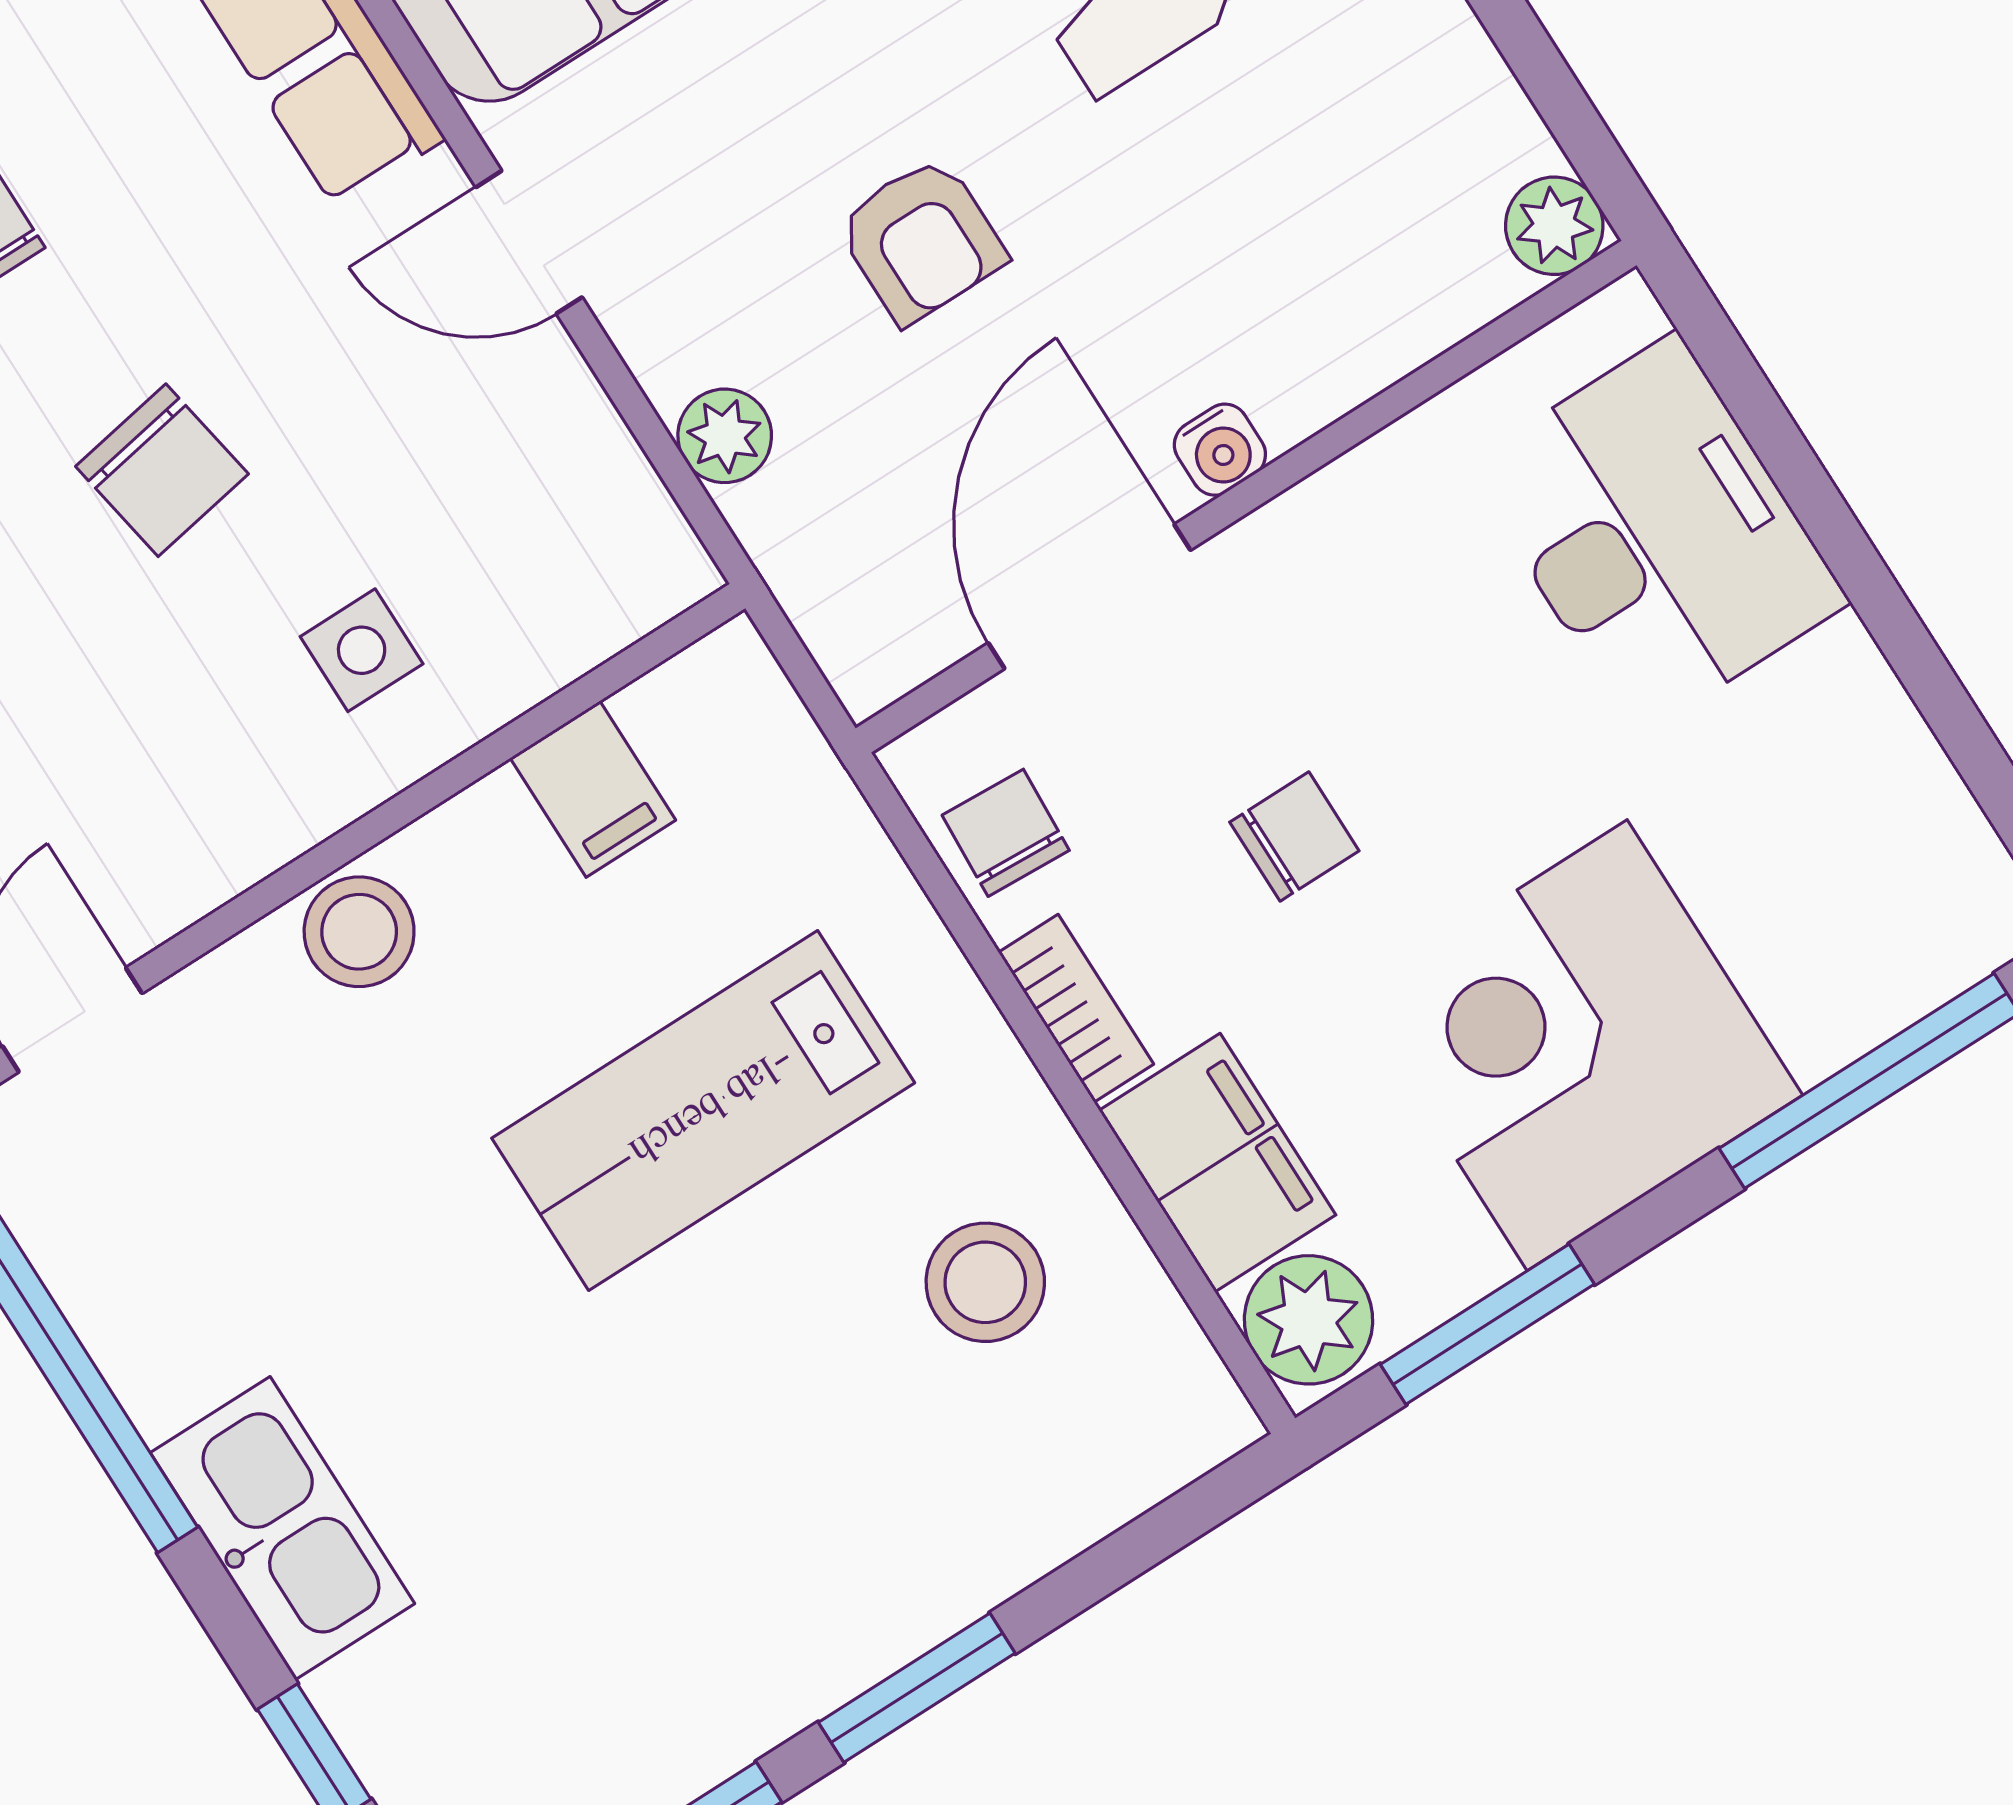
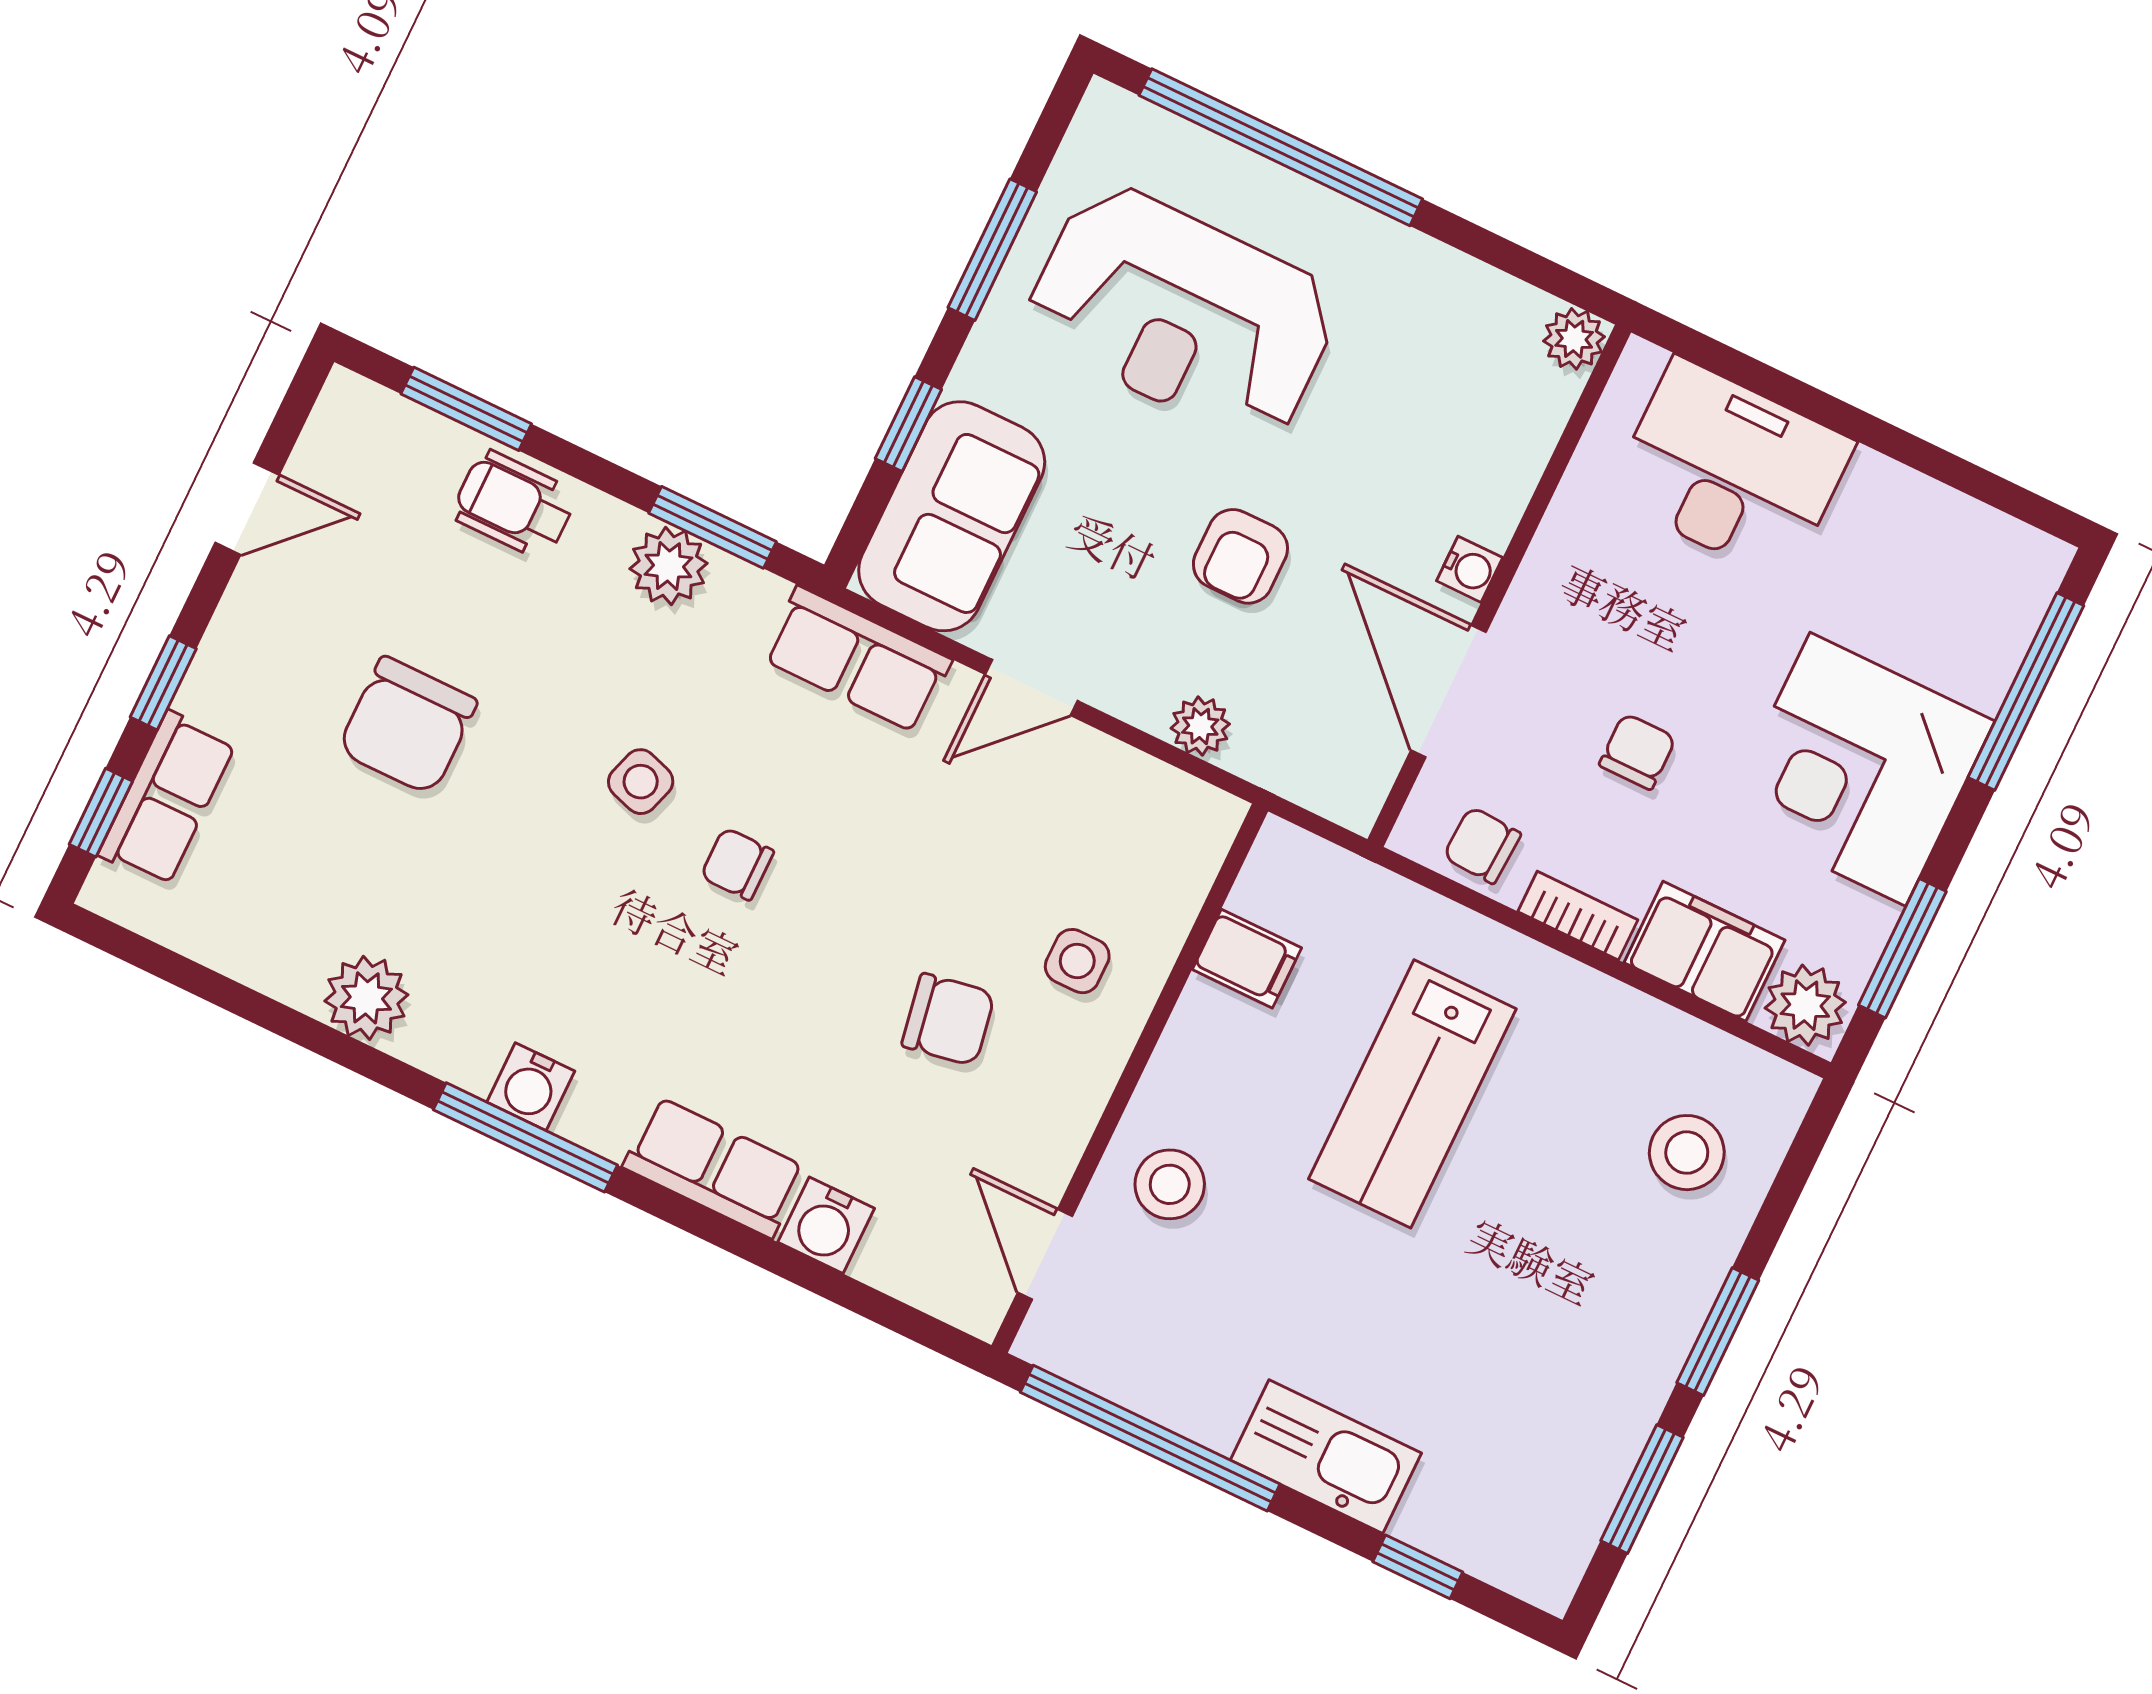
armchair: (921, 240) -> (1240, 556), turned 90
chair: (162, 470) -> (948, 1020), moved
stool: (359, 932) -> (1170, 1184), moved
stool: (985, 1282) -> (1687, 1153), moved

